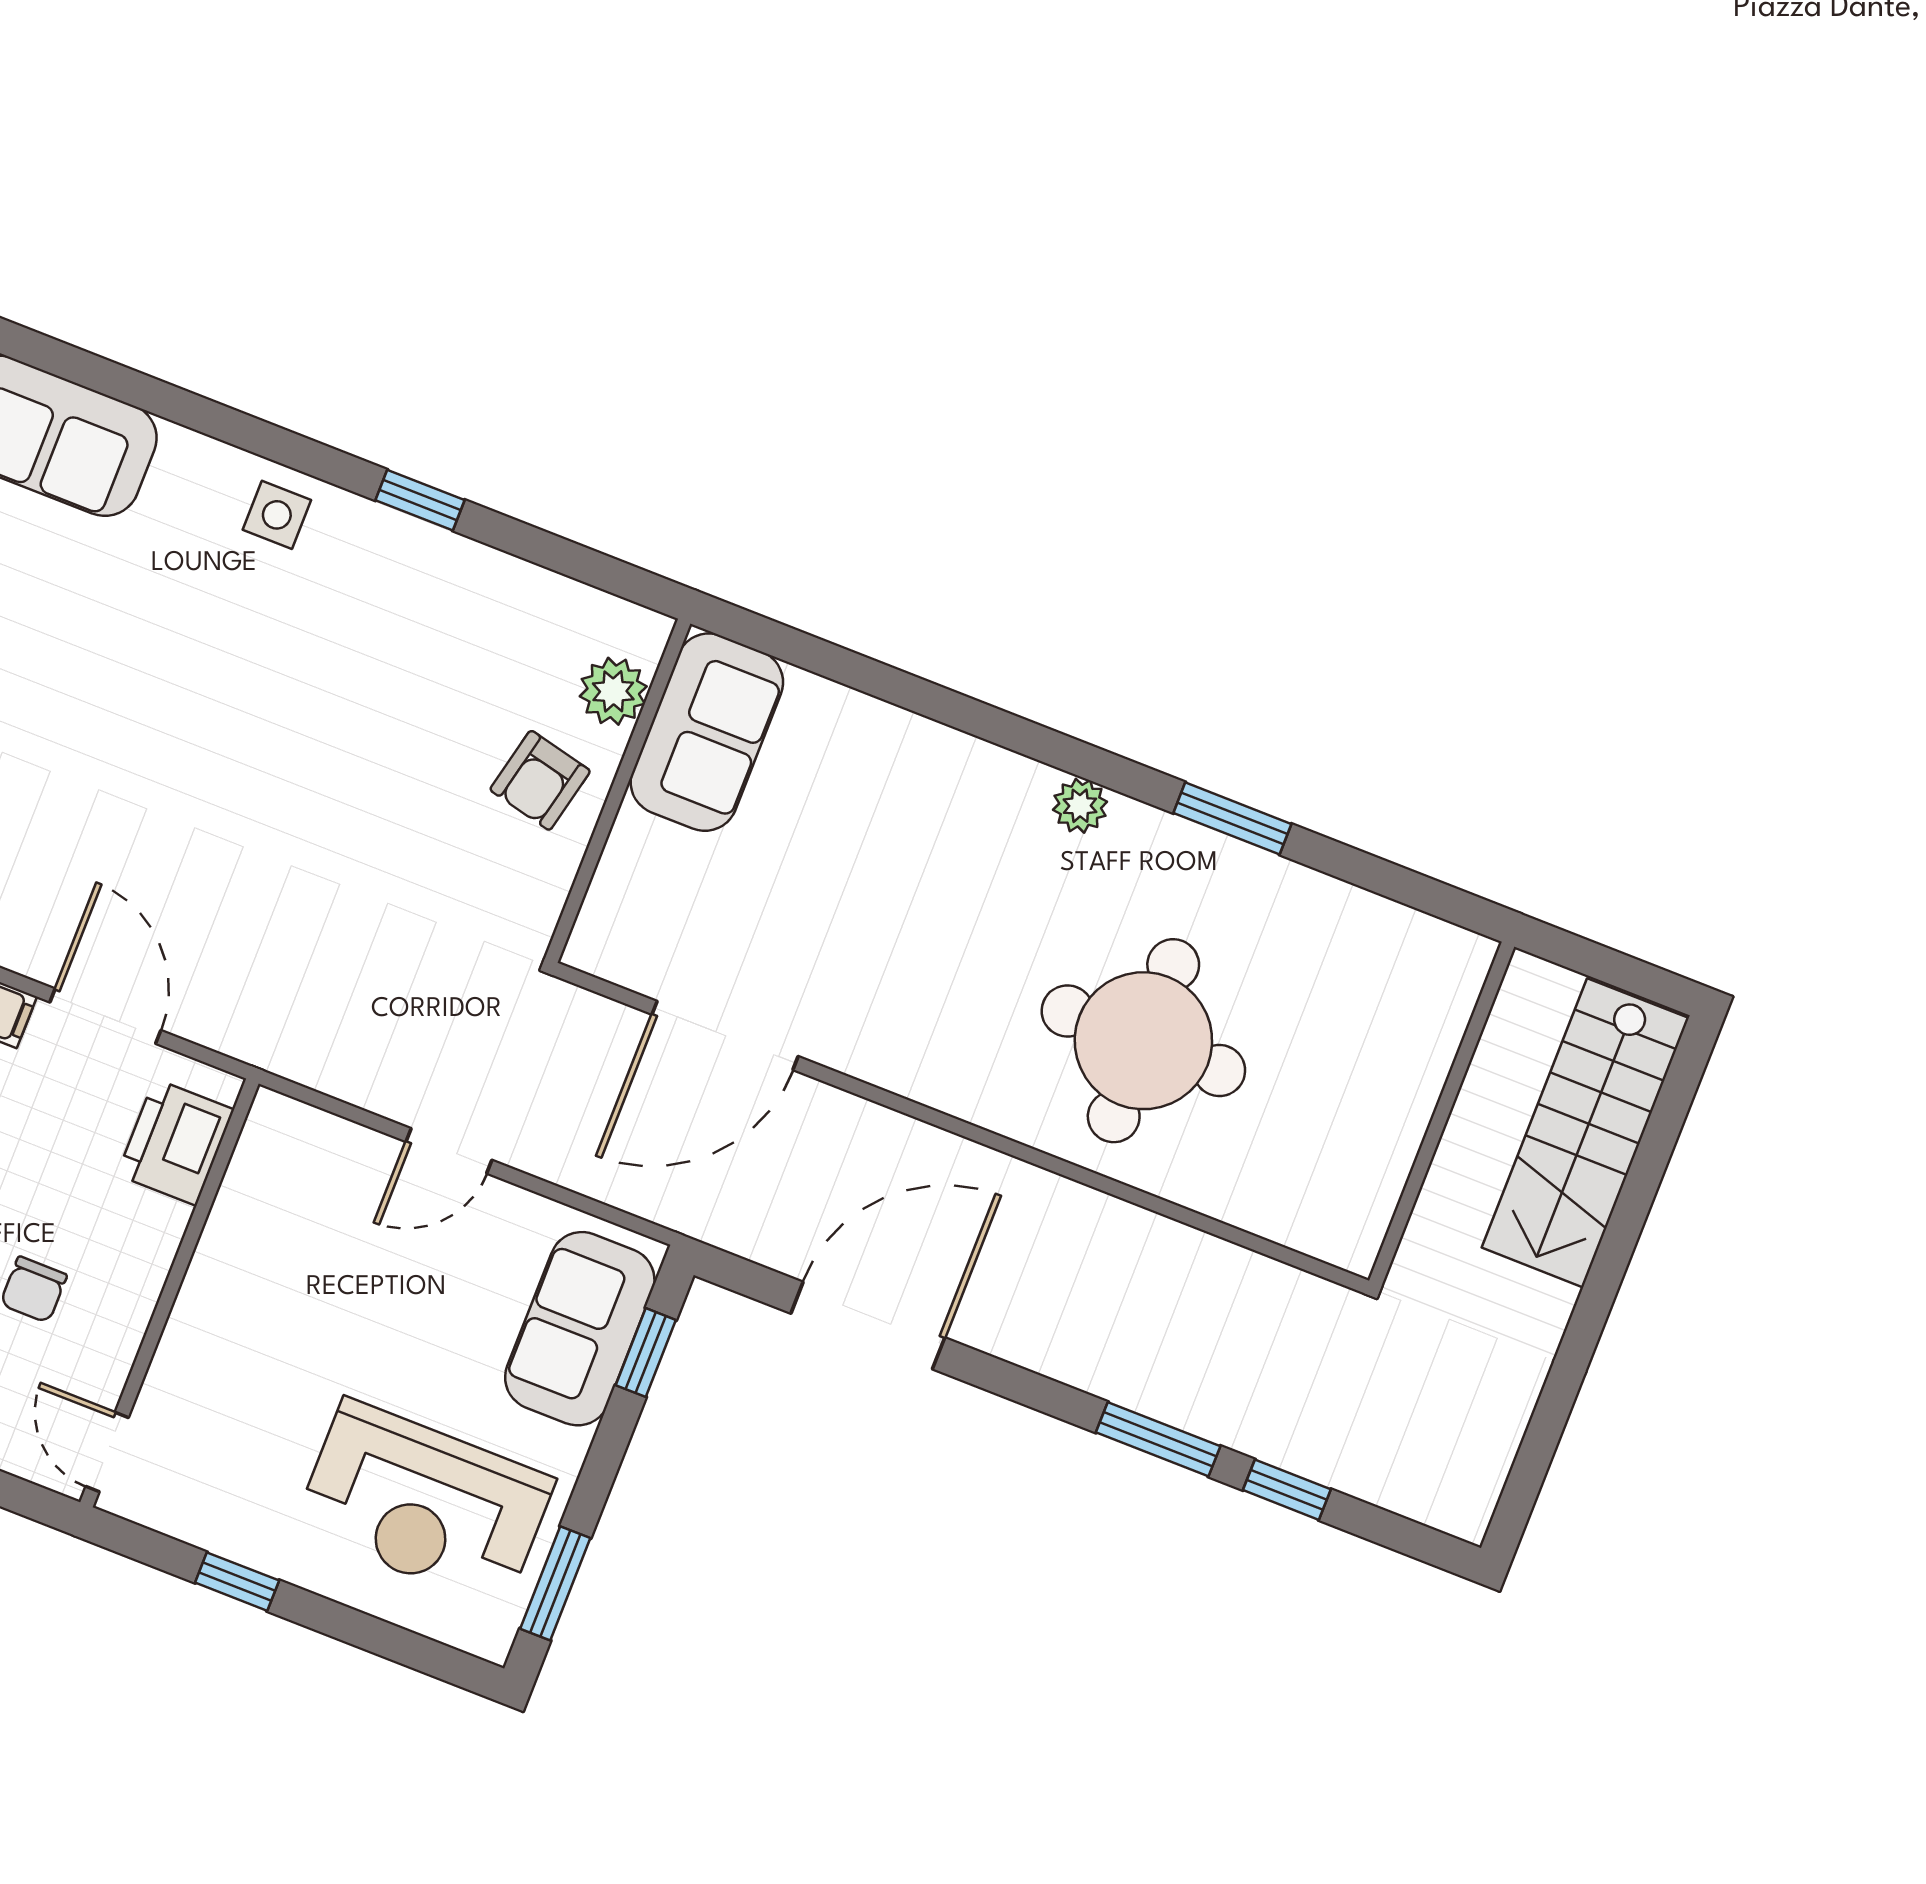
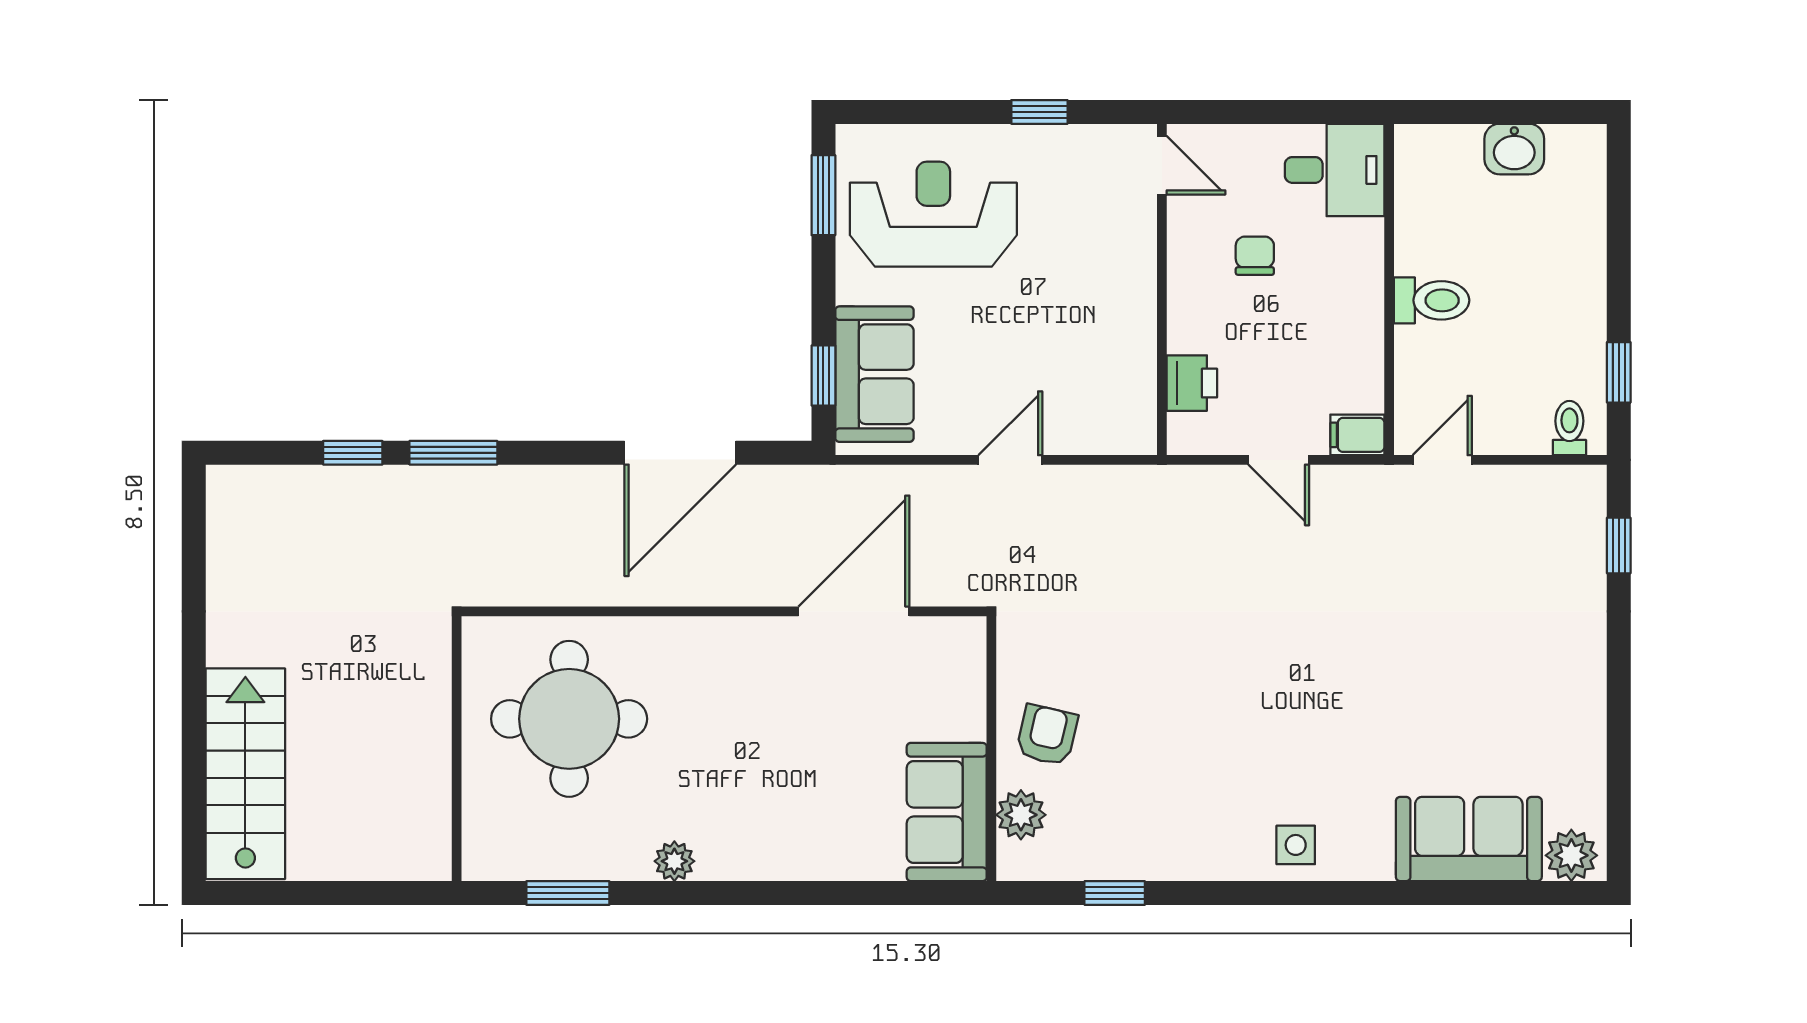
window: (420, 500) -> (1115, 893), moved
door: (105, 1016) -> (1279, 460), width x0.73
wall: (1442, 1114) -> (457, 749), moved
printer: (175, 1142) -> (1192, 383), width x0.73, depth x0.81

